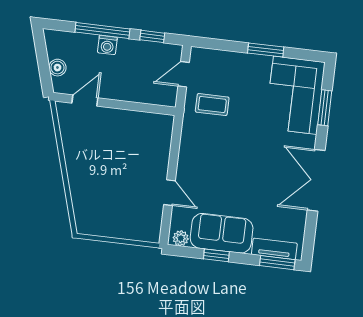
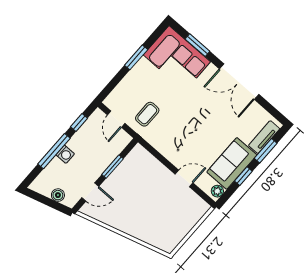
door: (85, 101) -> (90, 192), swing flipped
window: (129, 106) -> (112, 167), added
window: (277, 263) -> (266, 151), moved

